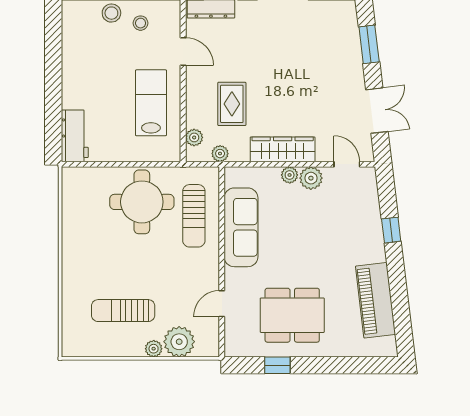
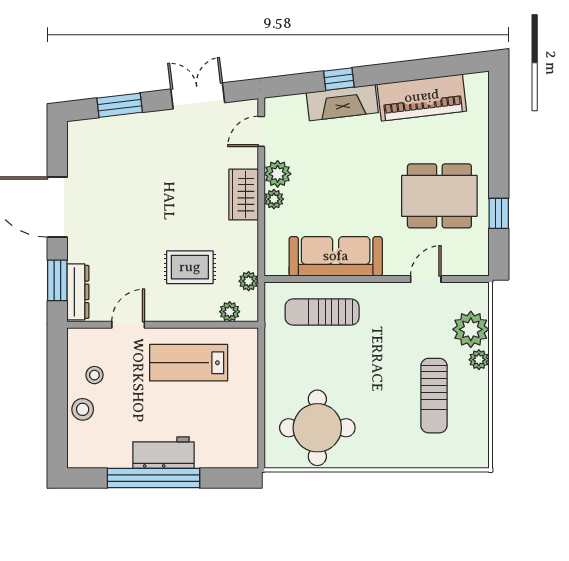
window: (53, 73) -> (153, 478), added
workbench: (75, 136) -> (163, 453), moved
wardrobe: (283, 149) -> (244, 195), width x0.67
round table: (142, 202) -> (317, 428), moved
sun lounger: (194, 216) -> (322, 312), turned 180
fireplace: (371, 233) -> (342, 103), added
door: (222, 304) -> (426, 279), swing flipped
dining table: (292, 315) -> (439, 196), turned 90

